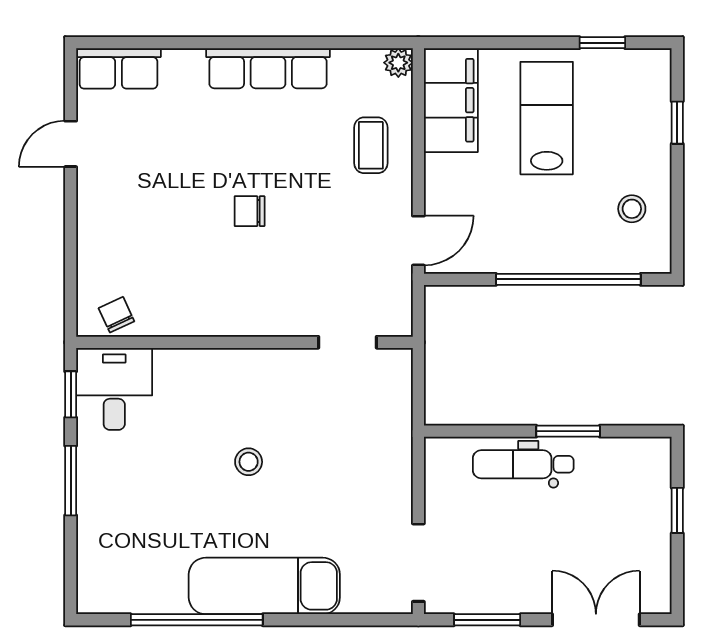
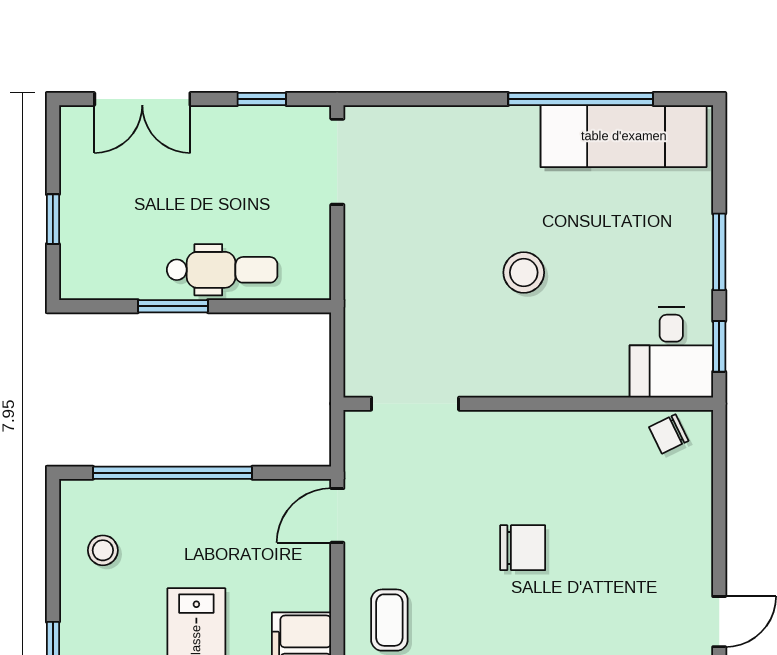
chair: (250, 211) -> (523, 548), width x1.37, depth x1.37
chair: (116, 315) -> (669, 434), turned 89
doorway: (348, 342) -> (415, 404), width x1.38
stool: (249, 462) -> (524, 272), width x1.37, depth x1.37
exam couch: (264, 586) -> (624, 136), moved
window: (487, 620) -> (262, 99), width x0.67

